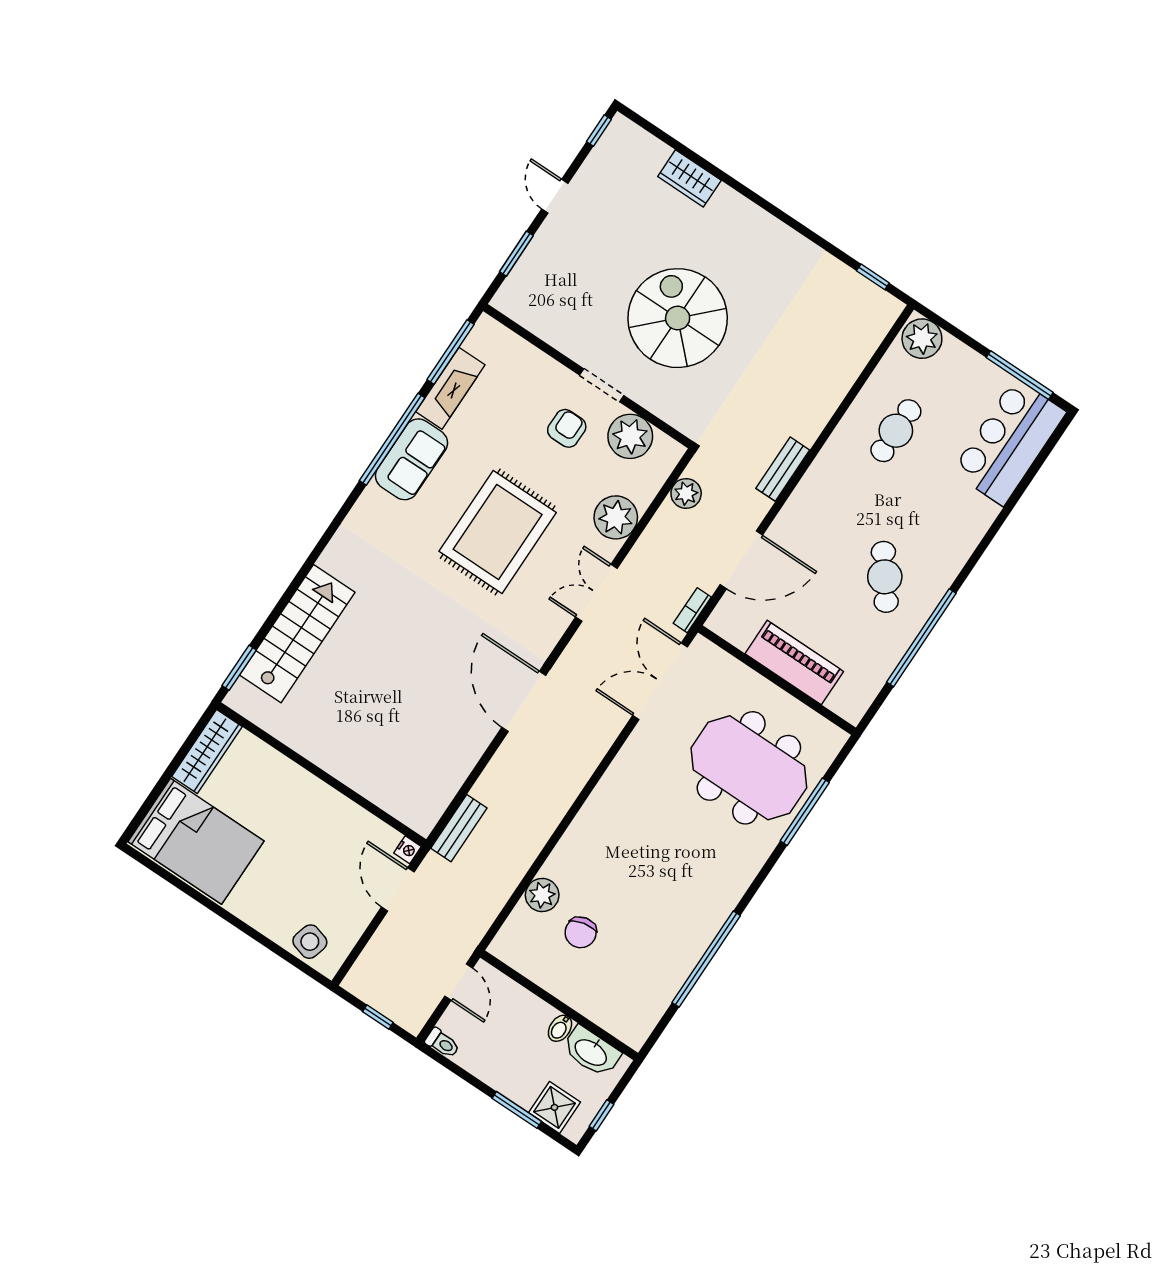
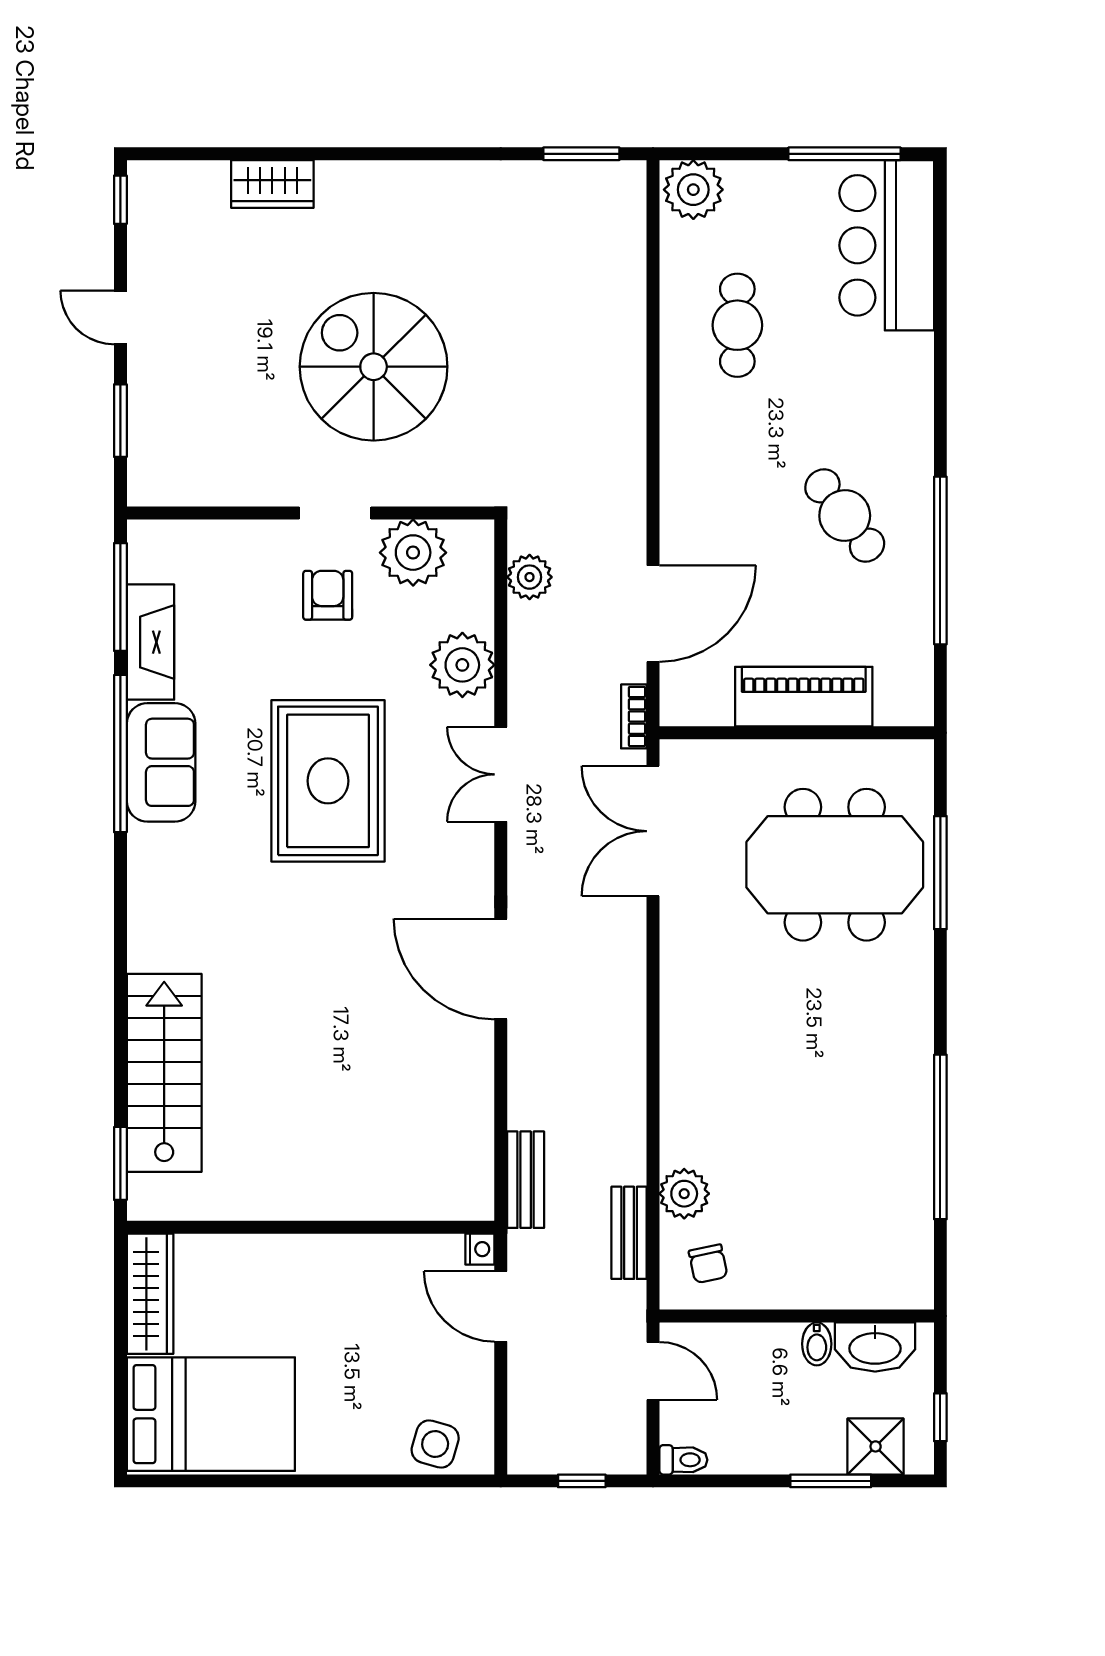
window: (873, 277) -> (581, 154), width x1.50
bench: (783, 469) -> (629, 1233), moved
chair: (581, 932) -> (708, 1264), moved, width x0.73, depth x0.73

